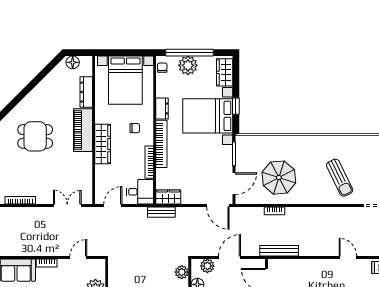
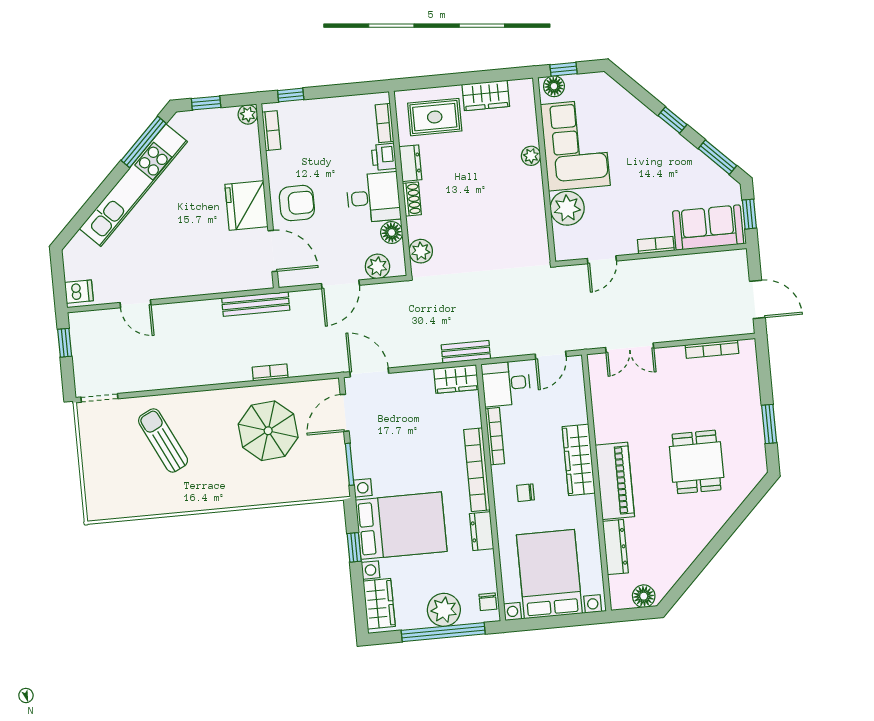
dining table: (35, 136) -> (697, 462), turned 90

